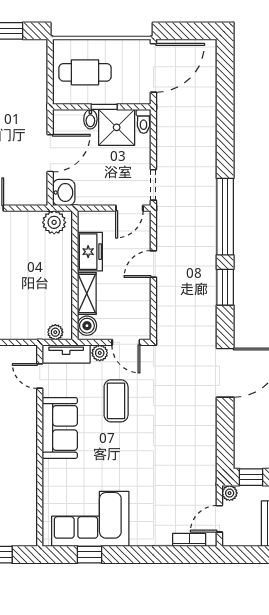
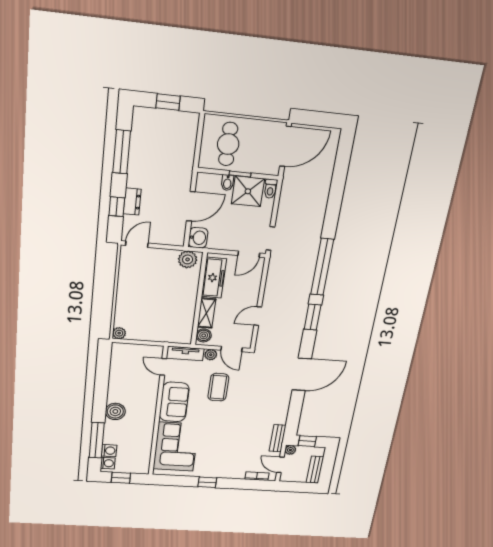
cafe table: (85, 72) -> (228, 144), turned 90
freezer: (90, 252) -> (214, 278), width x1.40
door: (153, 264) -> (258, 316), moved
plant: (55, 332) -> (179, 338), removed
bench: (209, 475) -> (278, 438), added
corner sofa: (90, 519) -> (176, 447), moved, turned 90
door: (219, 519) -> (280, 465), hinge flipped
window: (90, 555) -> (207, 482), moved

